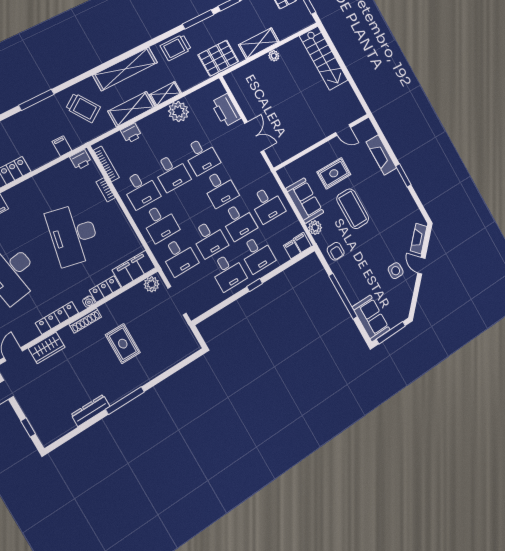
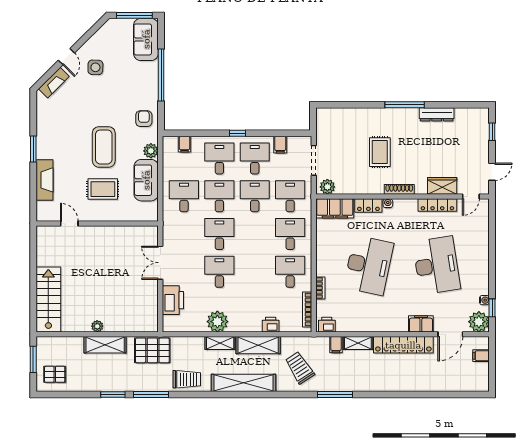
shelving: (42, 158) -> (358, 343), added
desk: (171, 172) -> (255, 272), removed
filing cabinet: (302, 242) -> (280, 145), moved
locker: (57, 318) -> (437, 205), moved

